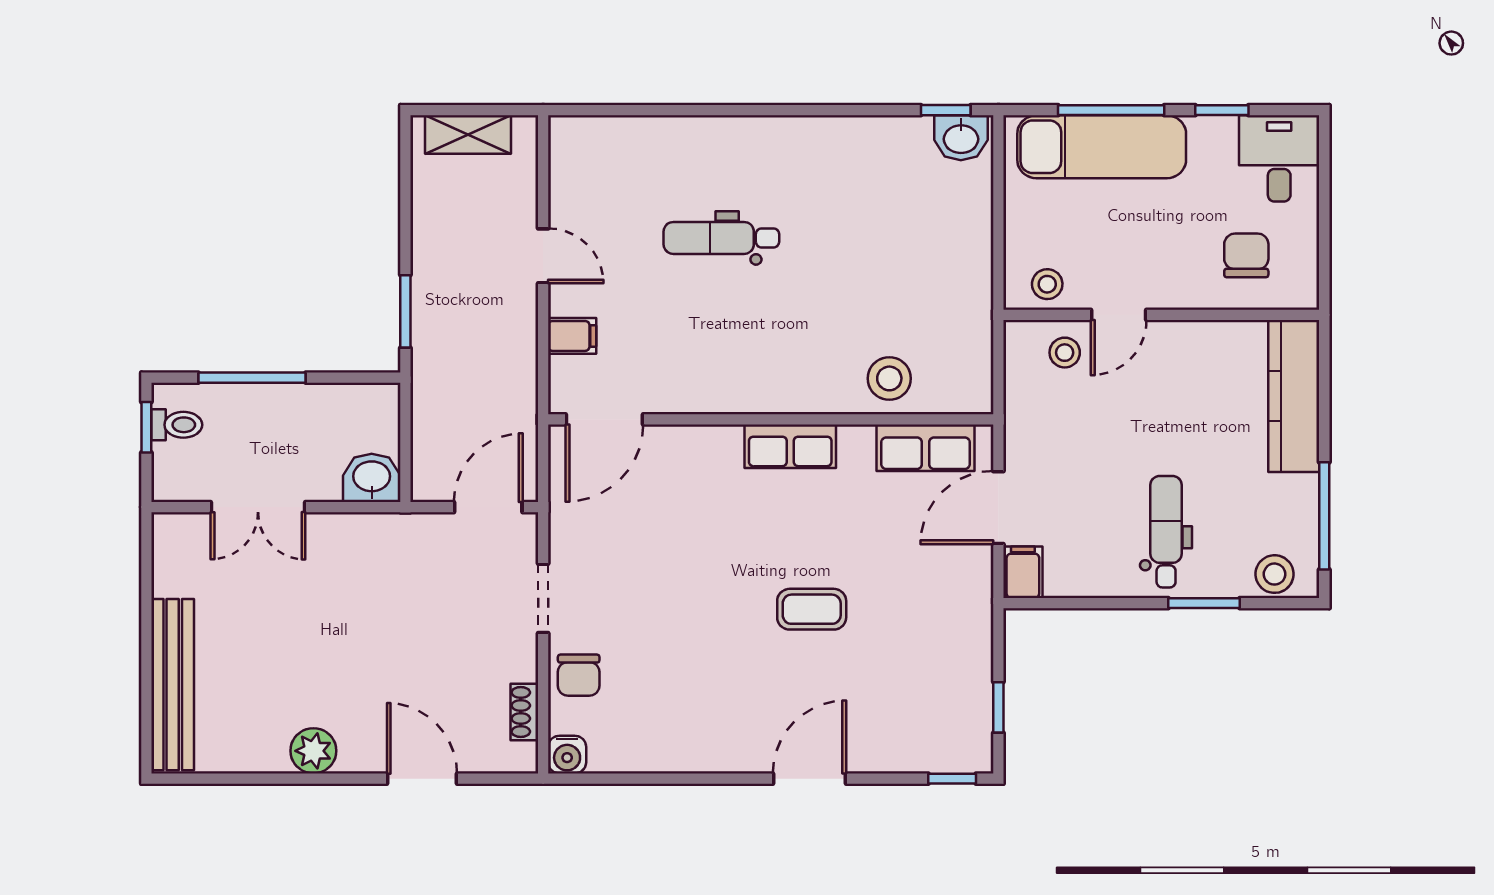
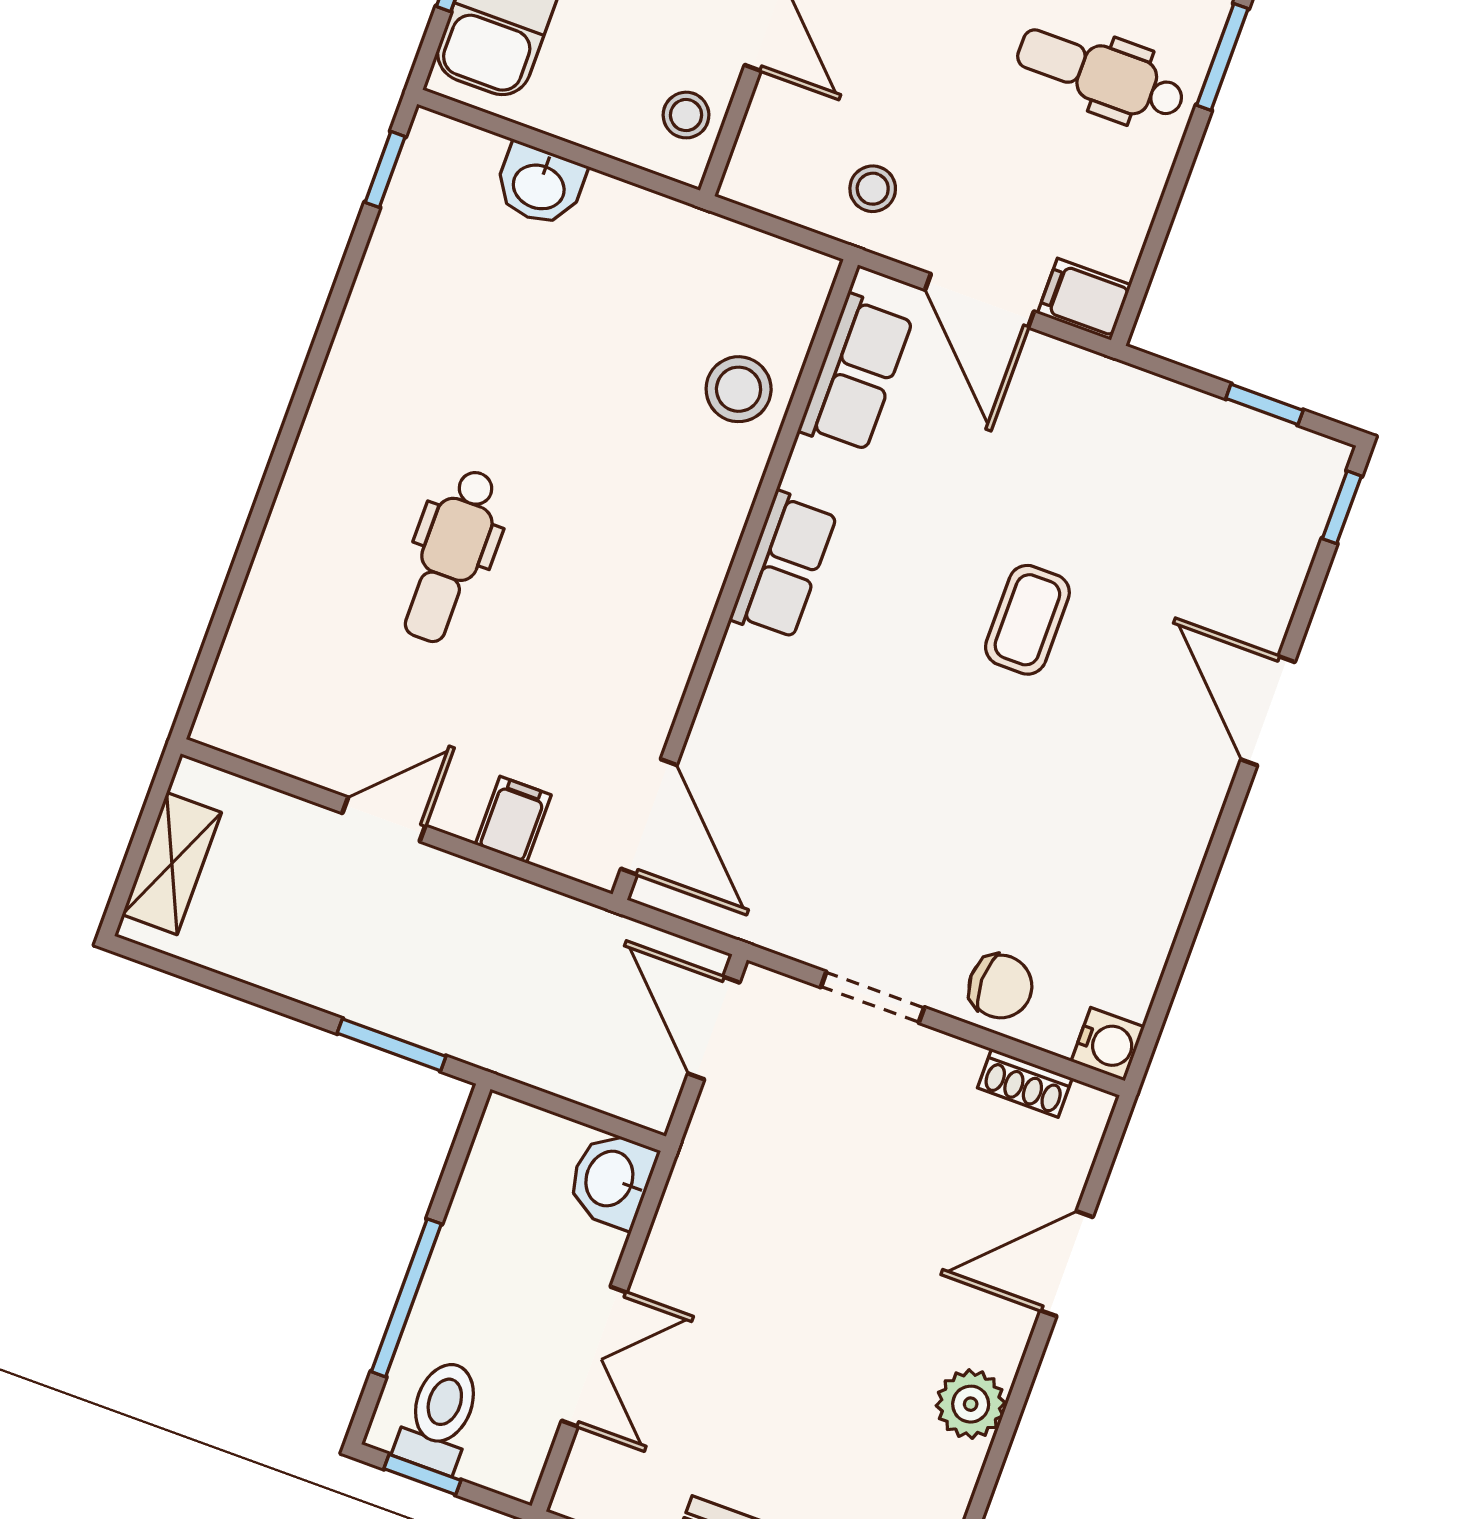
washbasin: (961, 138) -> (539, 185), moved, turned 90
stool: (1065, 353) -> (873, 189), moved
toilet: (177, 425) -> (440, 1416), width x1.37, depth x1.39

